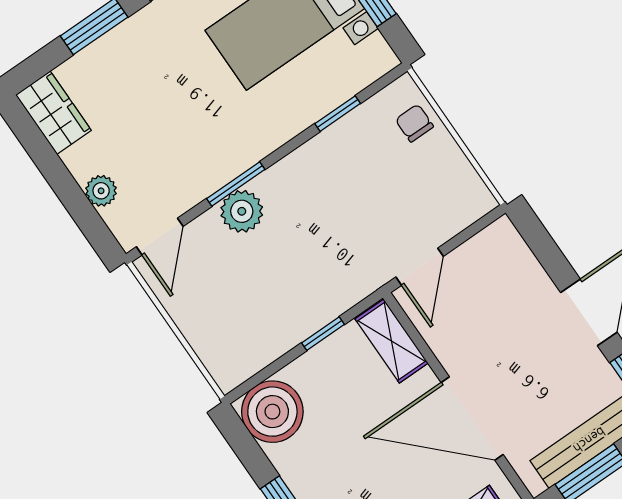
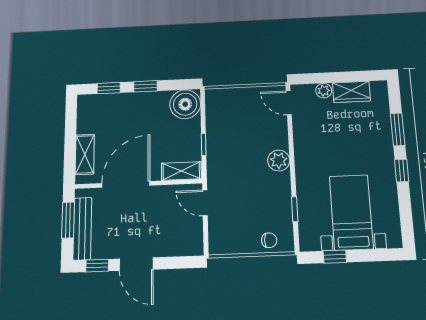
wardrobe: (54, 113) -> (351, 92), moved
window: (236, 184) -> (291, 147), removed
plant: (242, 211) -> (279, 161), moved

